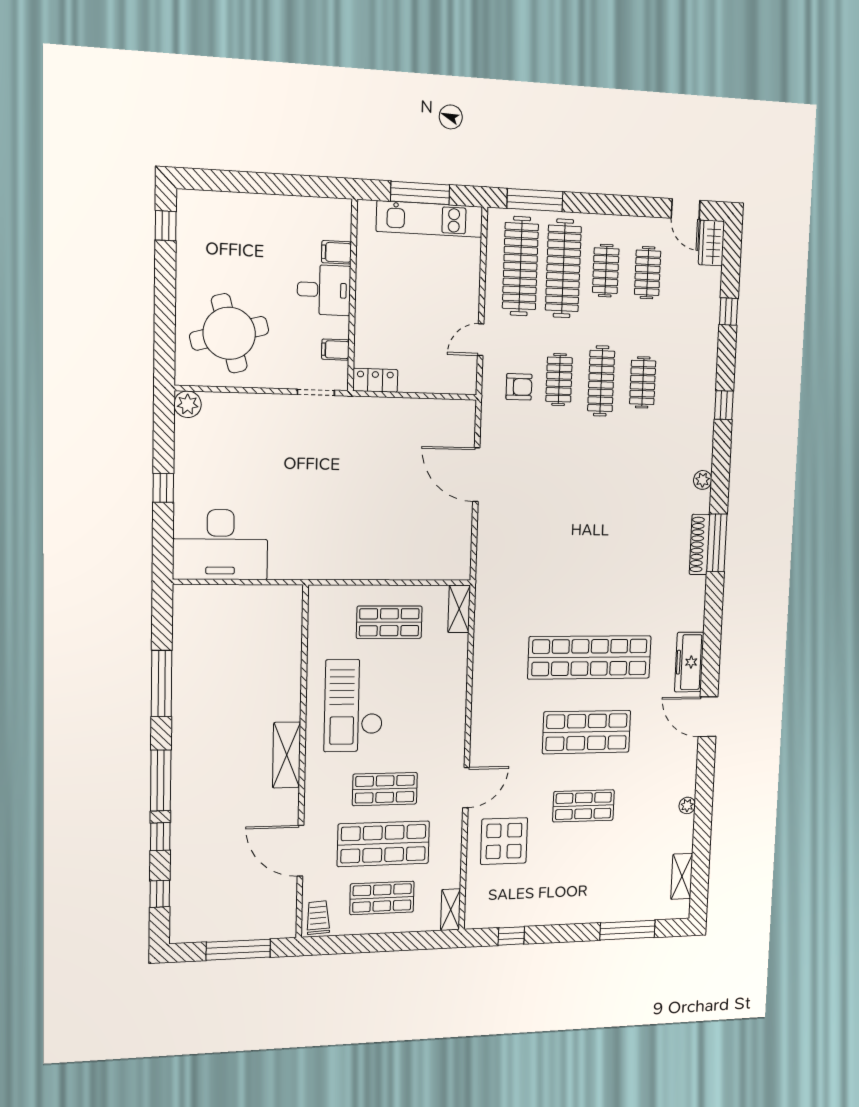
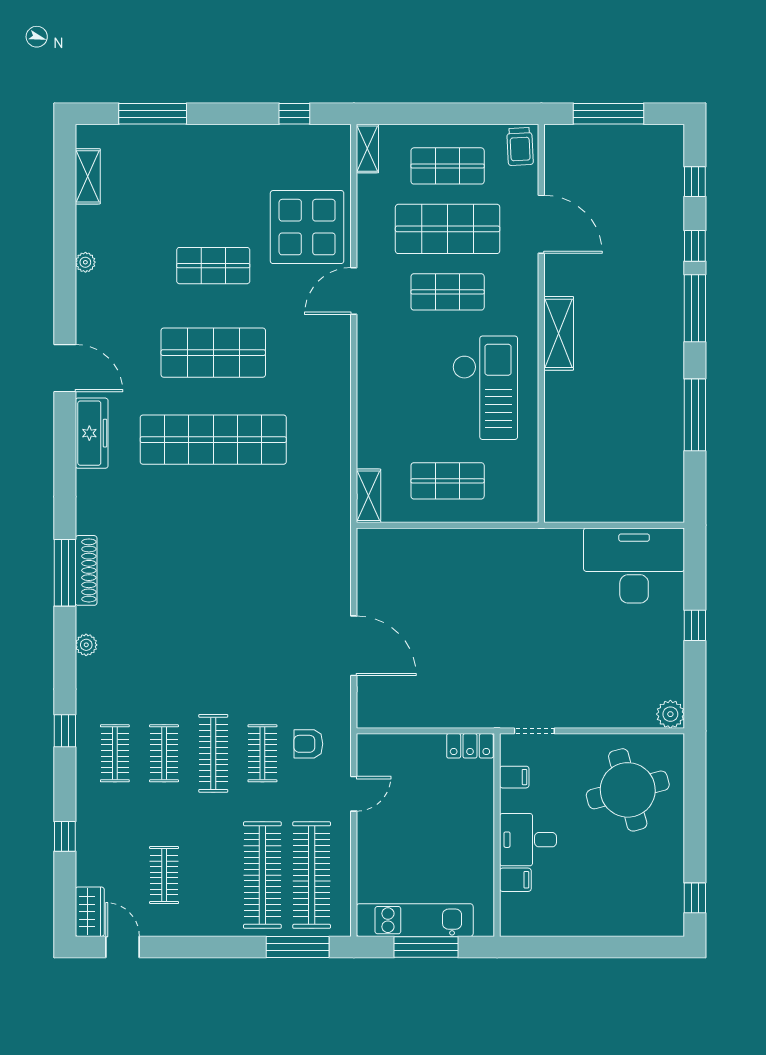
clothes rail: (606, 271) -> (115, 753), moved
display table: (504, 841) -> (307, 227), width x1.36, depth x1.36

